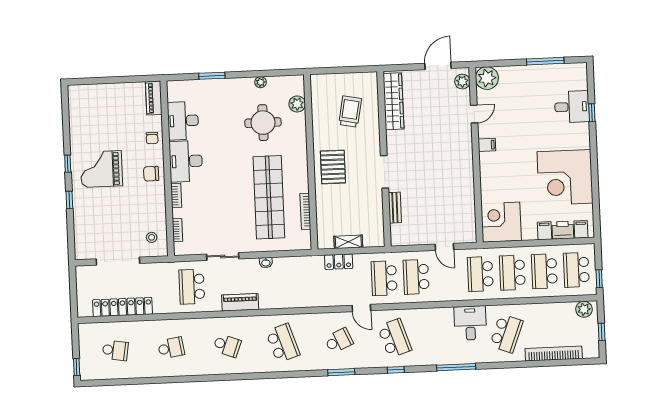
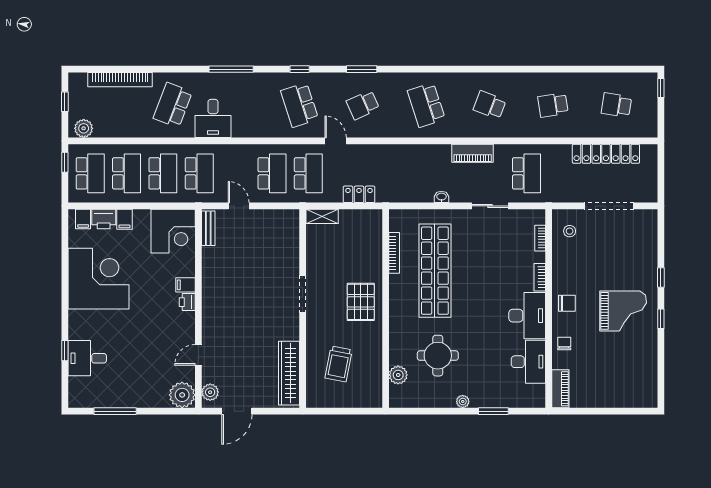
plant: (261, 82) -> (463, 401), moved
filing cabinet: (487, 145) -> (185, 285), moved
printer: (486, 160) -> (187, 302), added
bench: (395, 208) -> (208, 228), moved
shelving: (348, 242) -> (322, 216), moved

